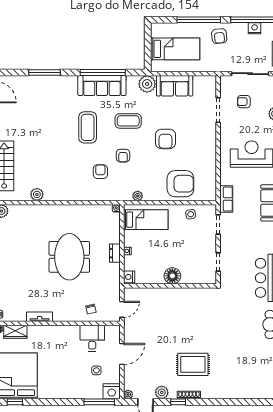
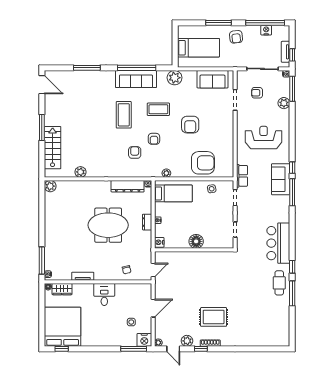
window: (199, 20) -> (219, 23), width x0.68
sofa: (175, 86) -> (213, 79), moved
dresser: (92, 211) -> (128, 186), added
meeting table: (69, 257) -> (108, 225), turned 90
desk: (92, 338) -> (104, 295), moved

